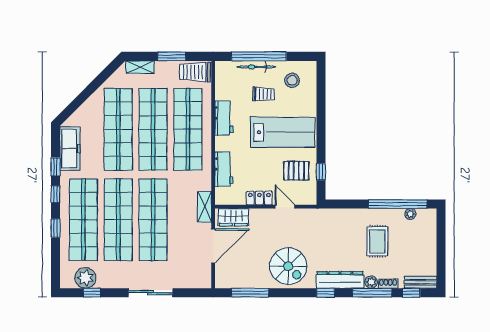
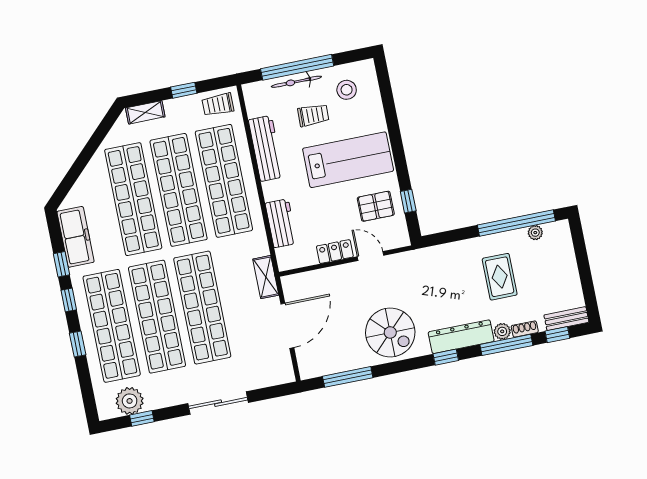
window: (172, 56) -> (184, 90), width x0.67
trolley: (195, 72) -> (218, 105), width x0.73, depth x0.72
workbench: (224, 118) -> (266, 148), width x1.38
wardrobe: (233, 217) -> (306, 283), removed

